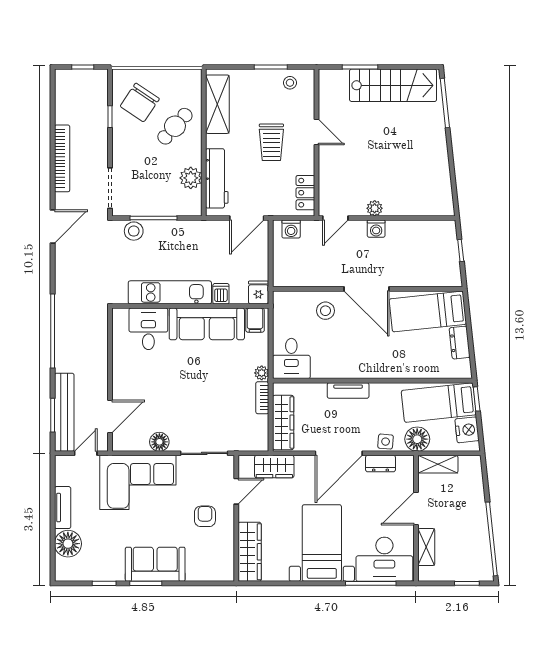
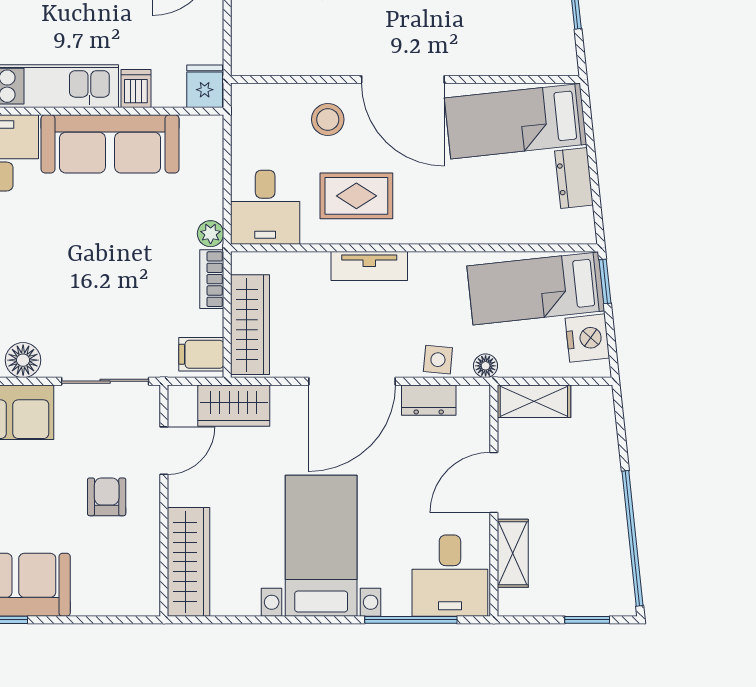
filing cabinet: (255, 320) -> (201, 354), moved, turned 90
rug: (341, 352) -> (356, 196), added
floor lamp: (417, 439) -> (486, 366), width x0.53, depth x0.53
desk: (384, 559) -> (450, 576), width x0.73

